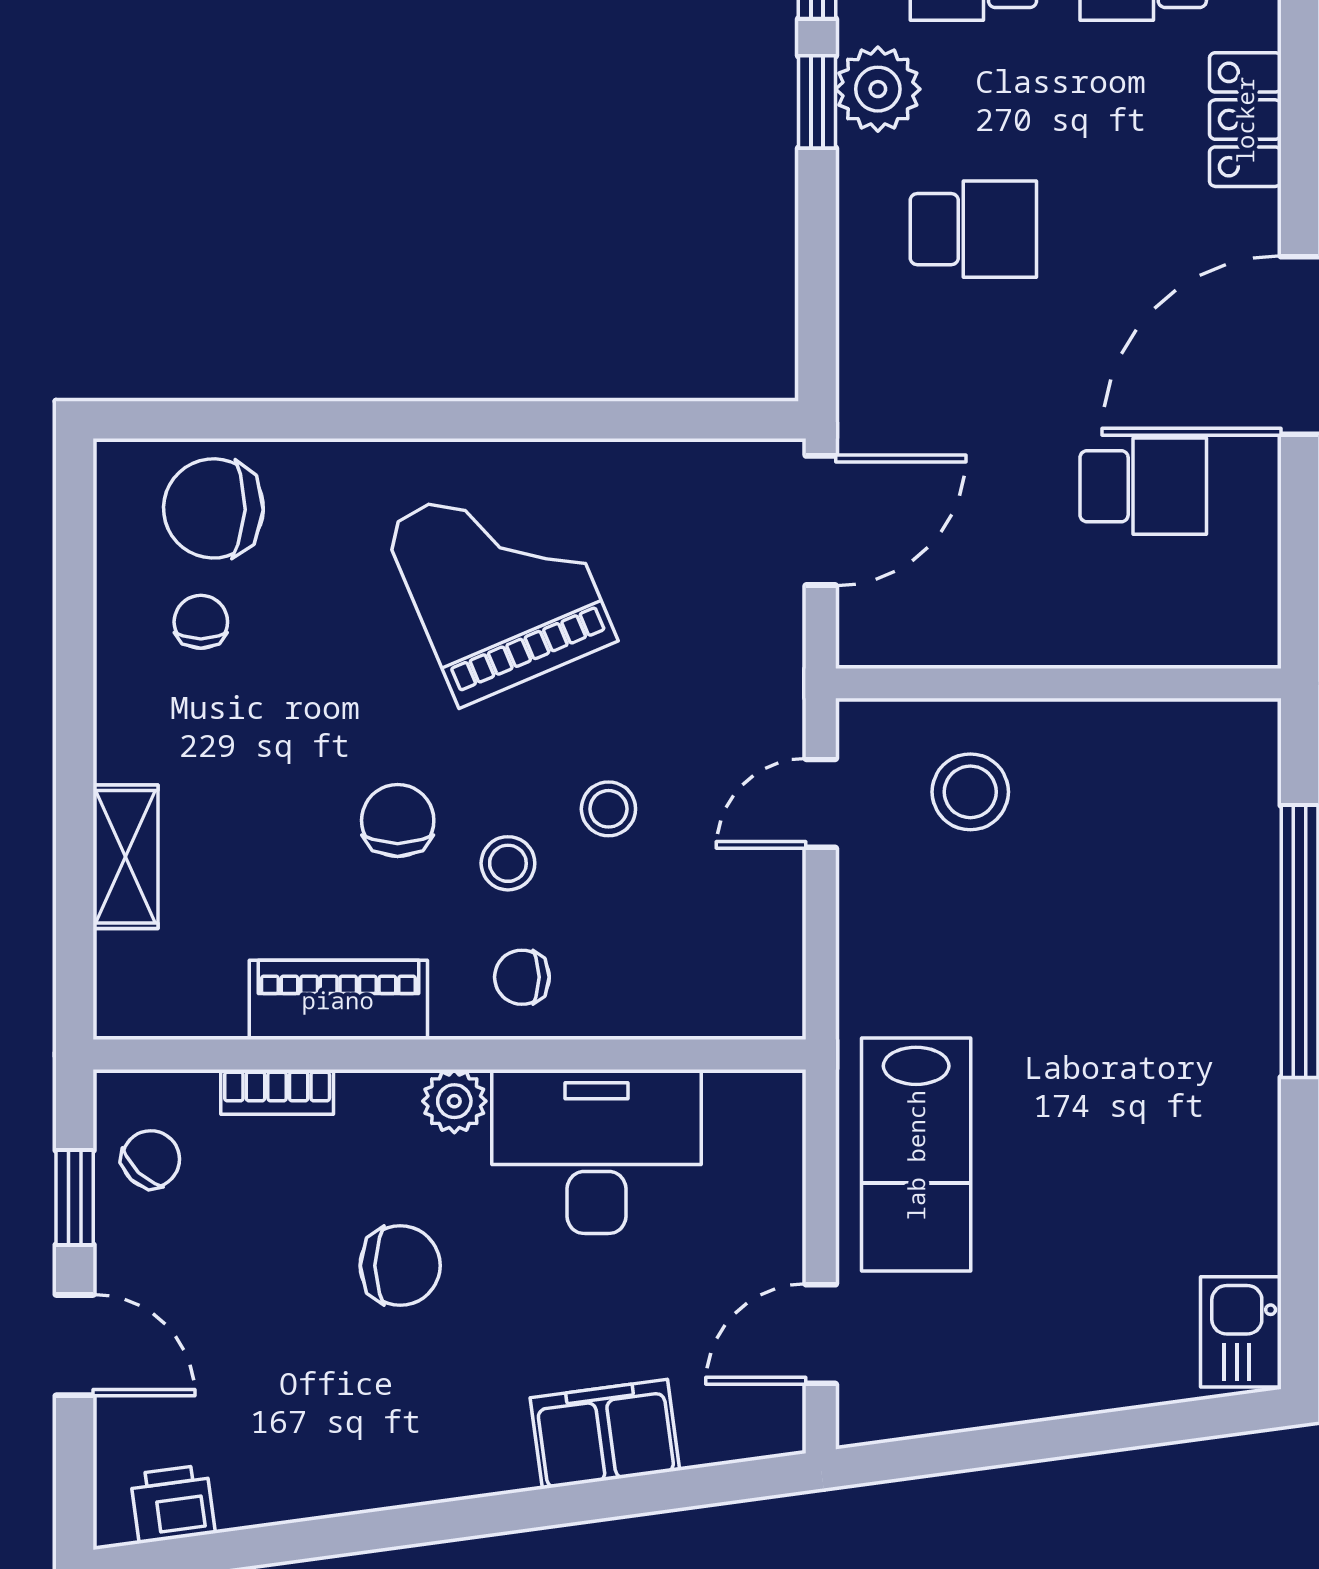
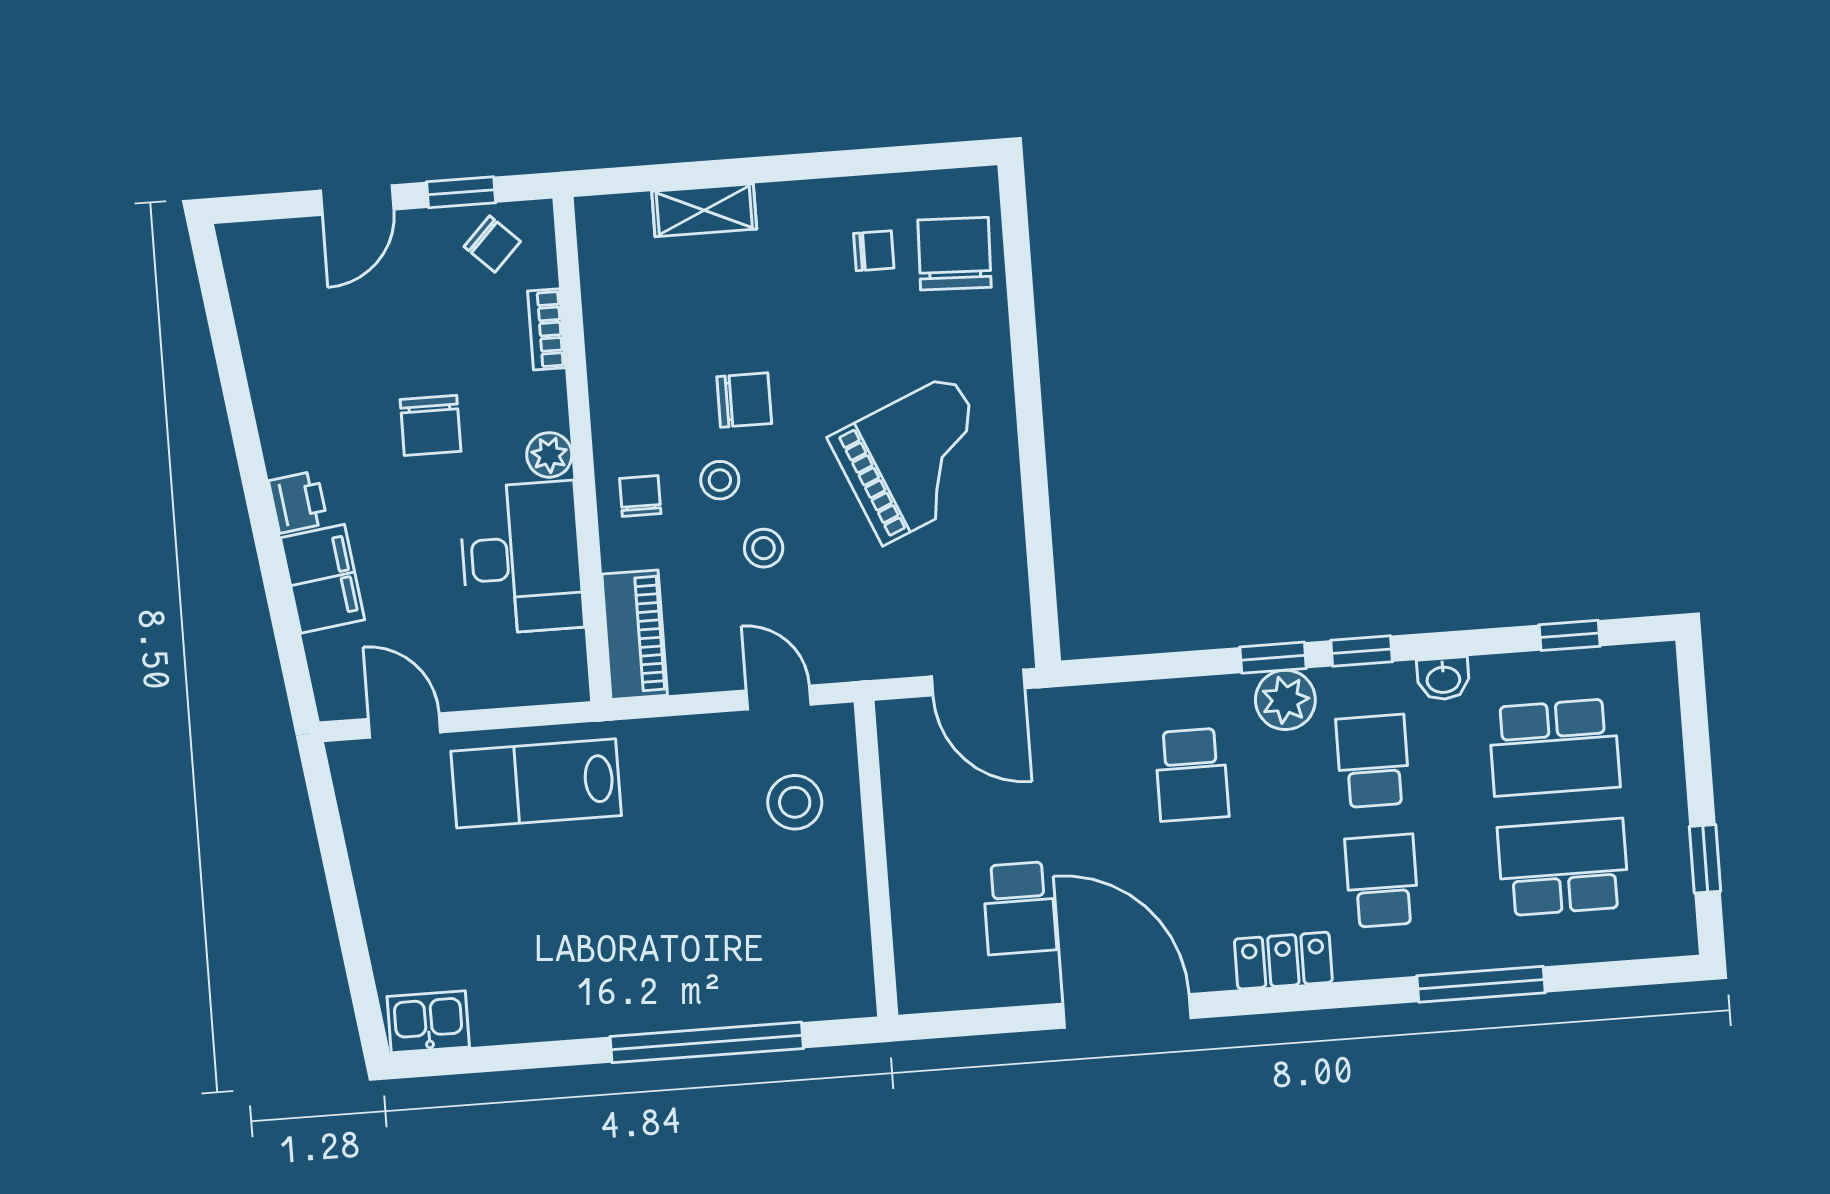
piano: (338, 1000) -> (635, 635), moved
printer: (173, 1504) -> (298, 502), moved

